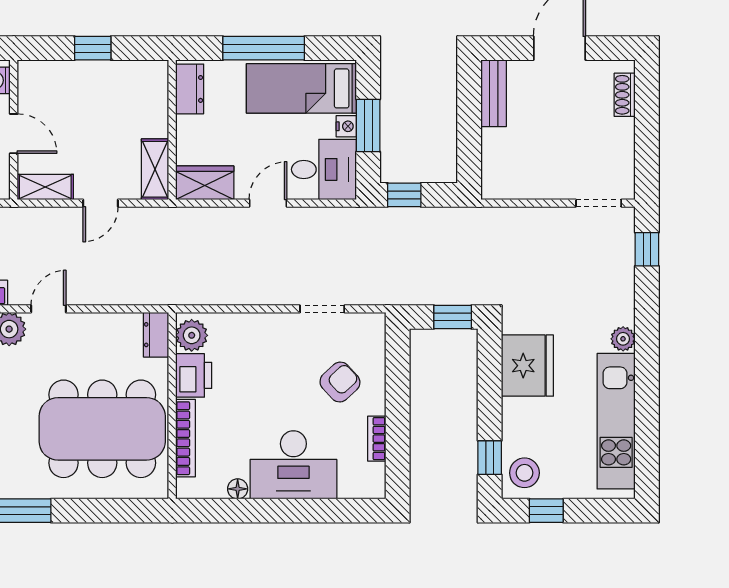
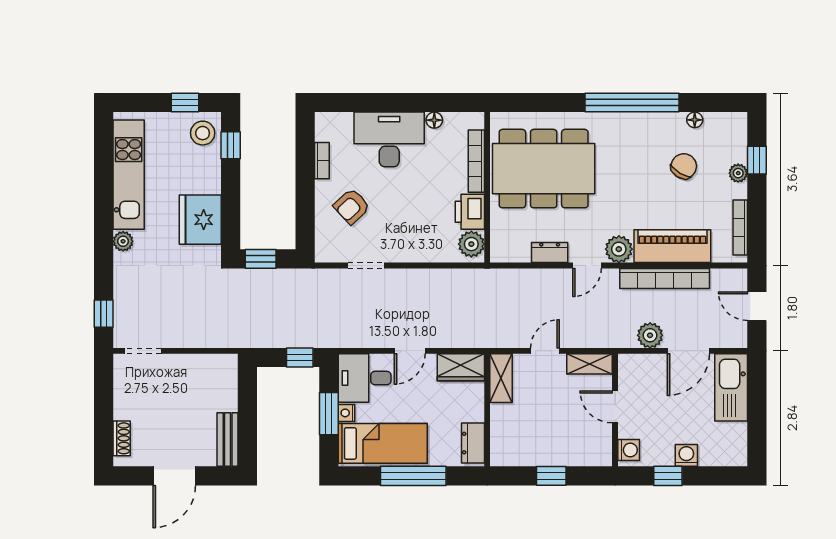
dresser: (156, 335) -> (550, 253), moved, turned -90

